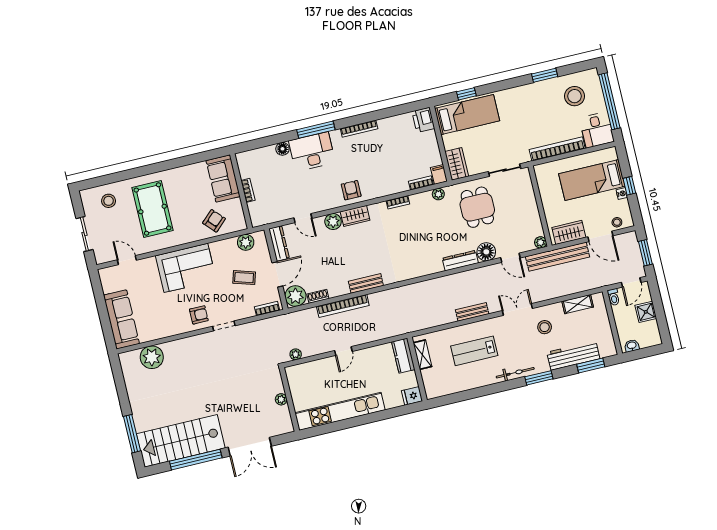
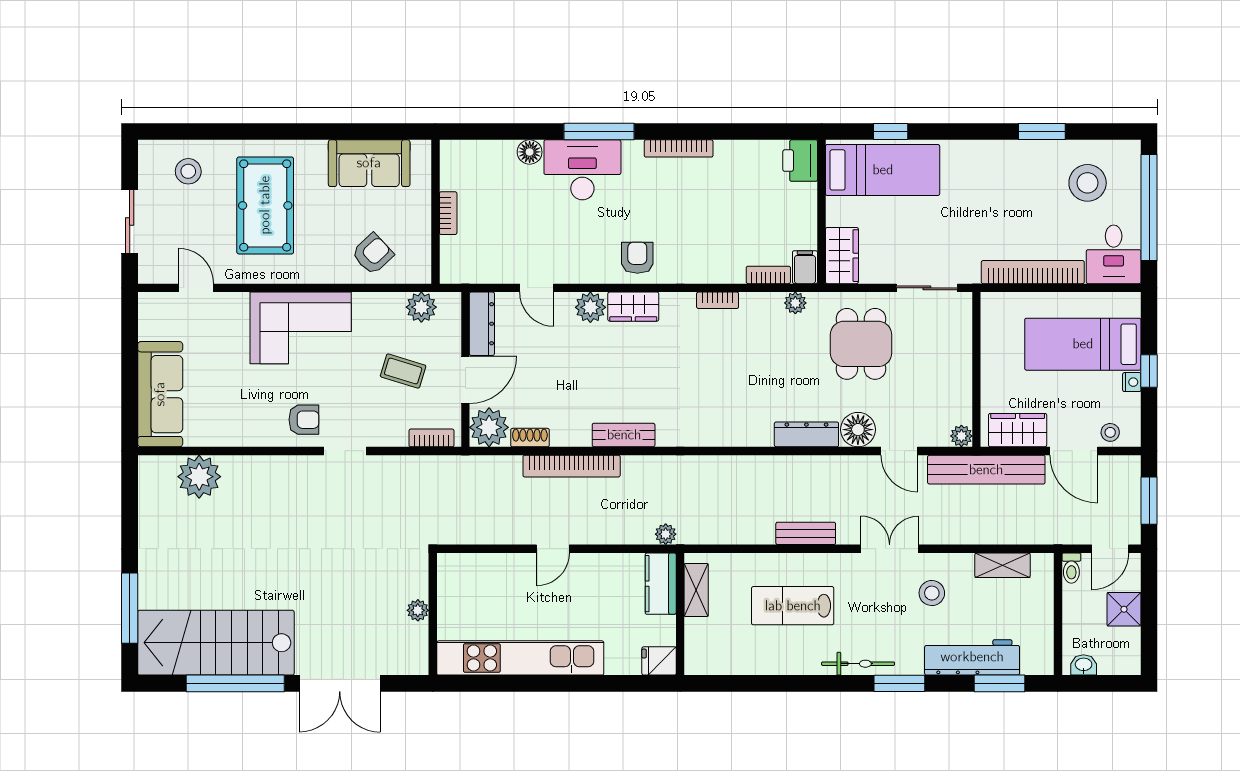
sofa: (223, 178) -> (369, 163), moved, turned -90
plant: (296, 354) -> (666, 534), moved

